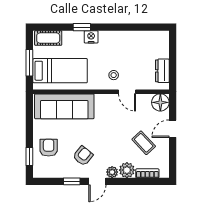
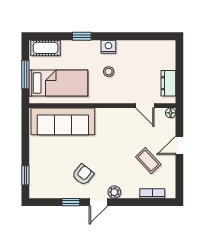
nightstand: (91, 37) -> (108, 47), moved
stool: (114, 75) -> (109, 72), moved
door: (127, 92) -> (145, 106), moved
floor lamp: (160, 102) -> (171, 113), width x0.53, depth x0.53
armchair: (49, 148) -> (46, 166), removed
plant: (127, 170) -> (130, 190), removed

